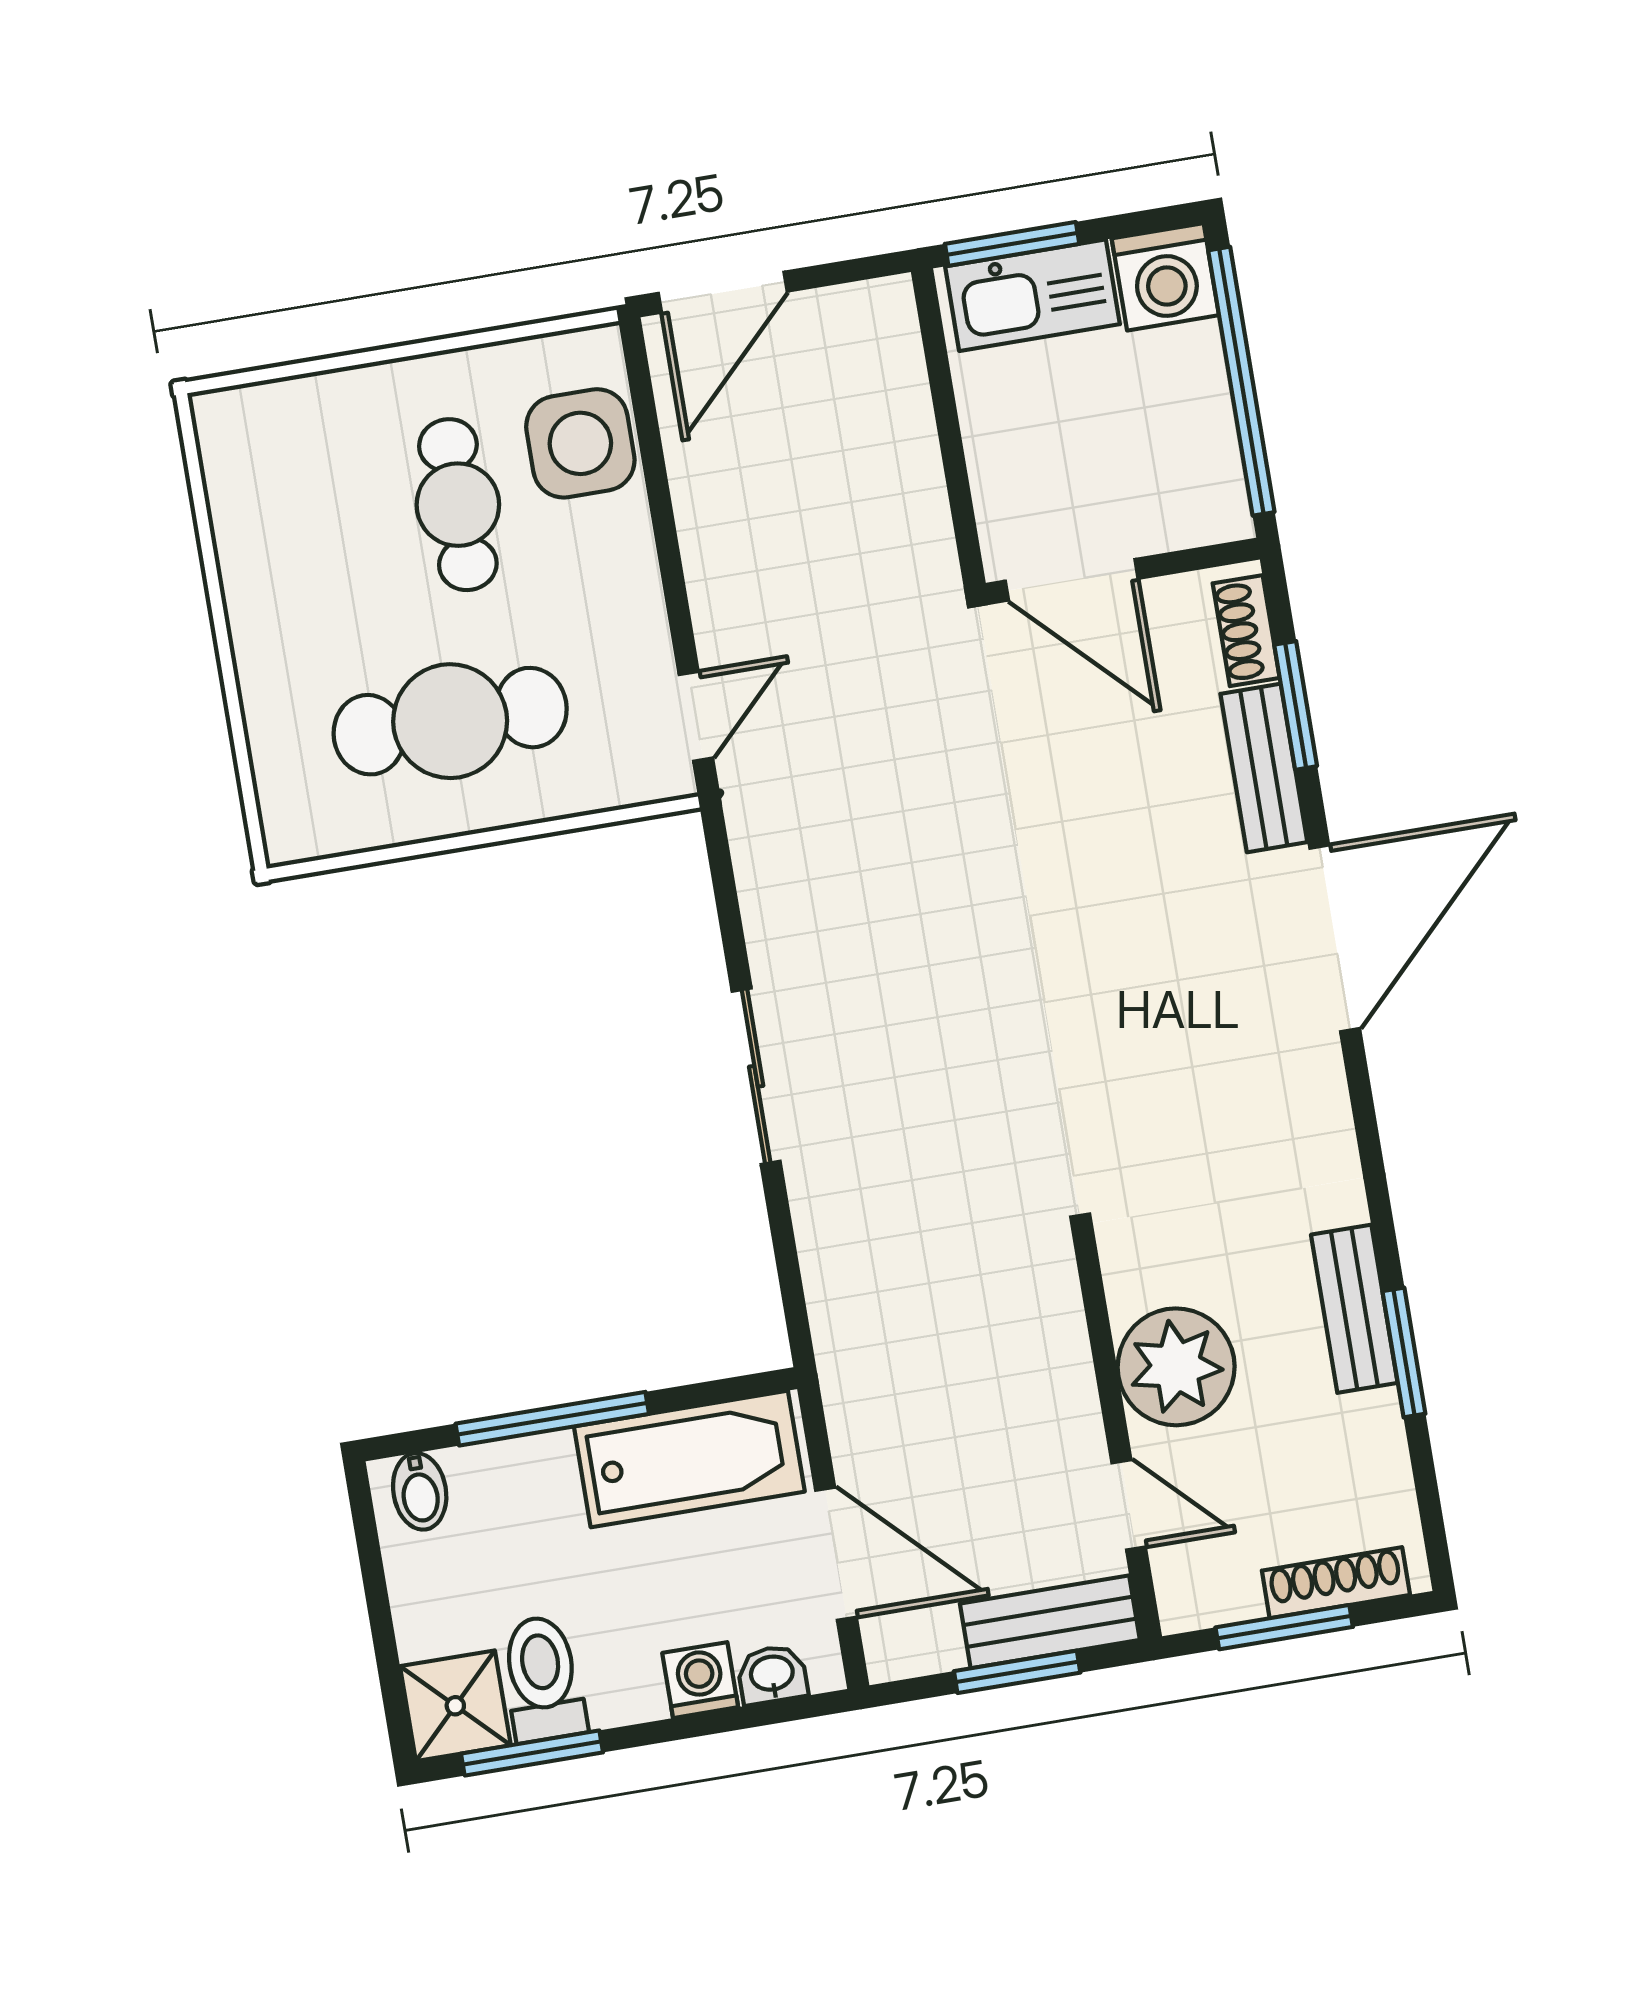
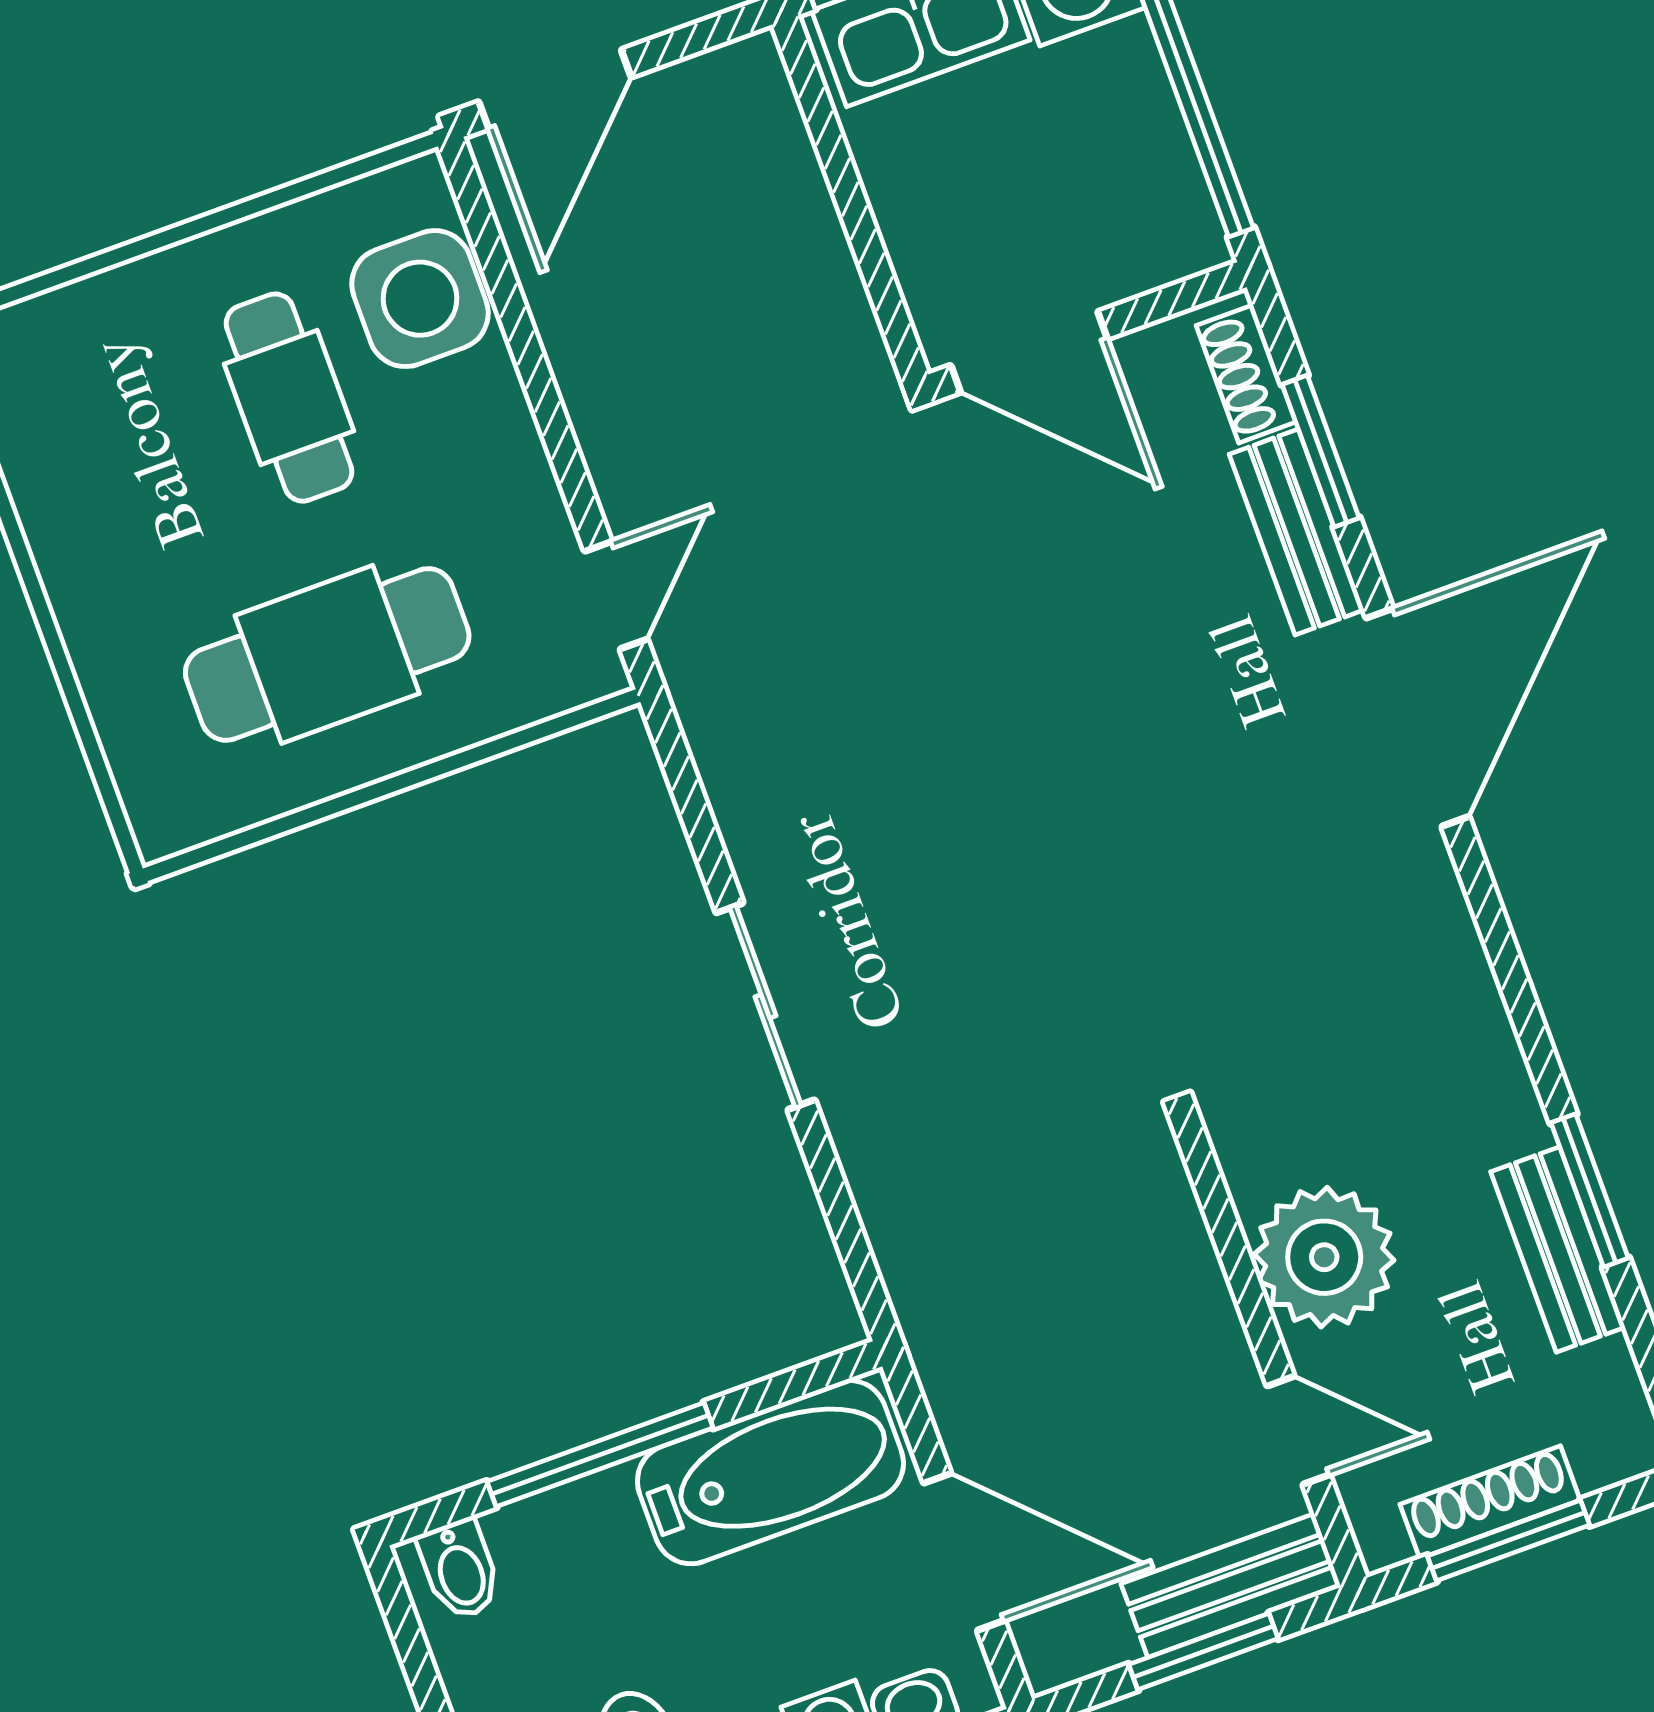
bench: (1354, 1309) -> (1558, 1249), moved
shoe rack: (1336, 1583) -> (1490, 1502), moved

